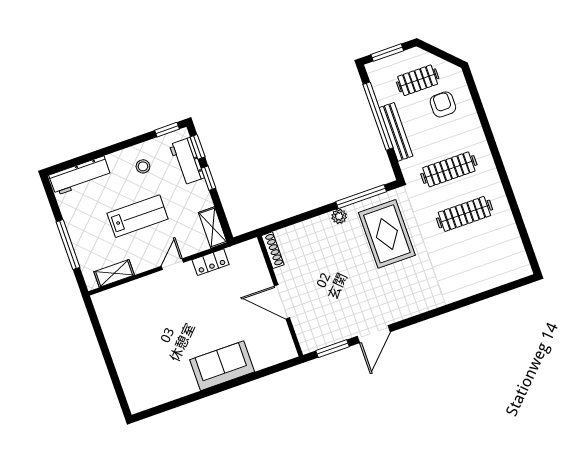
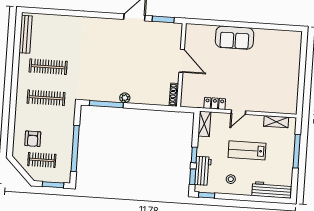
bench: (396, 132) -> (26, 34), moved
rug: (387, 234) -> (100, 75), removed

